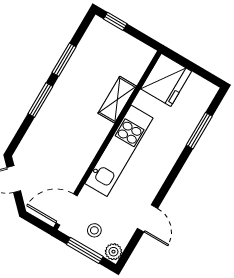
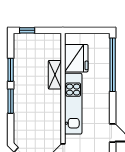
fridge: (166, 80) -> (76, 58), moved
window: (199, 131) -> (113, 65), width x2.11

